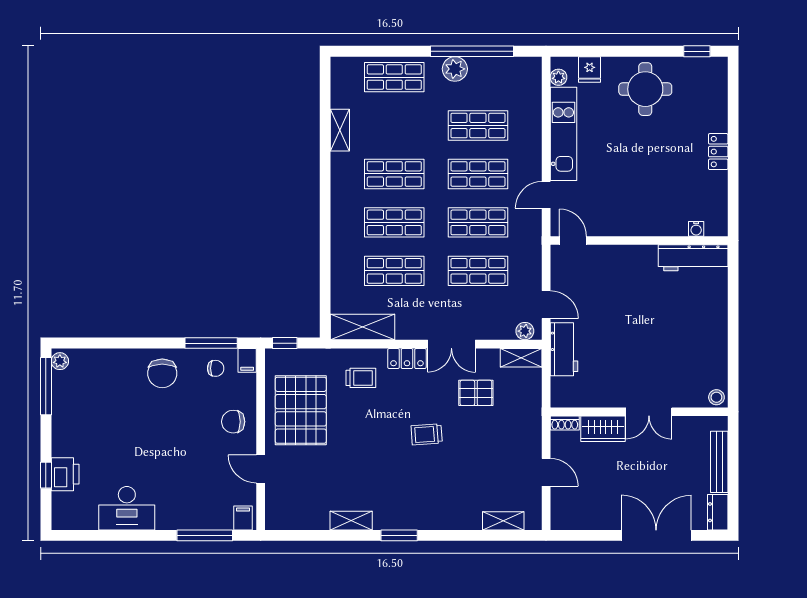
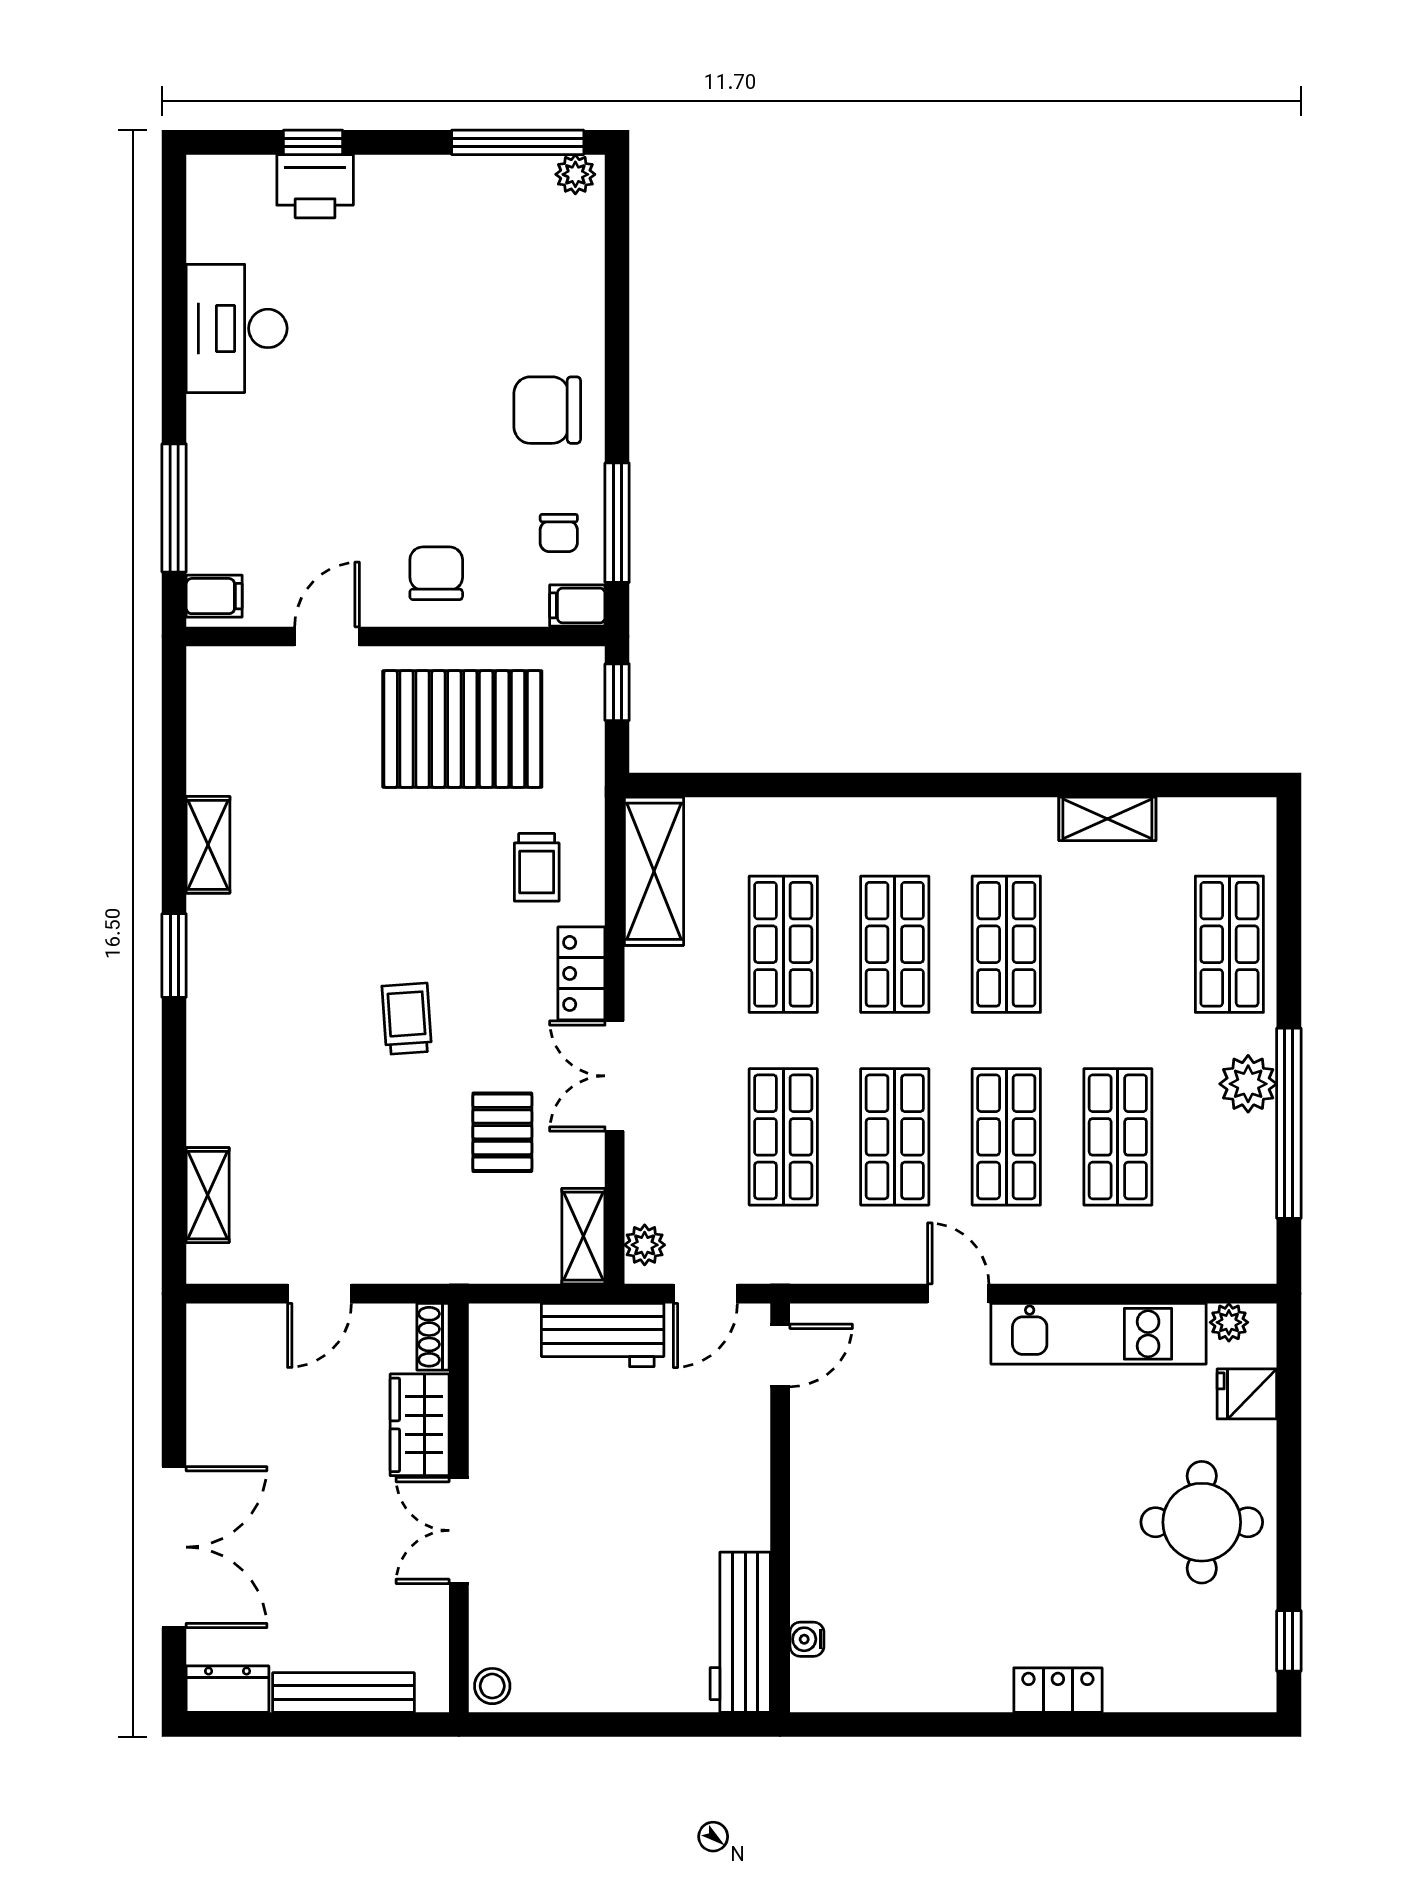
water cooler: (696, 229) -> (807, 1639), moved
door: (573, 240) -> (780, 1355), moved
wall: (639, 240) -> (780, 1508), moved
workbench: (693, 258) -> (740, 1632), moved

